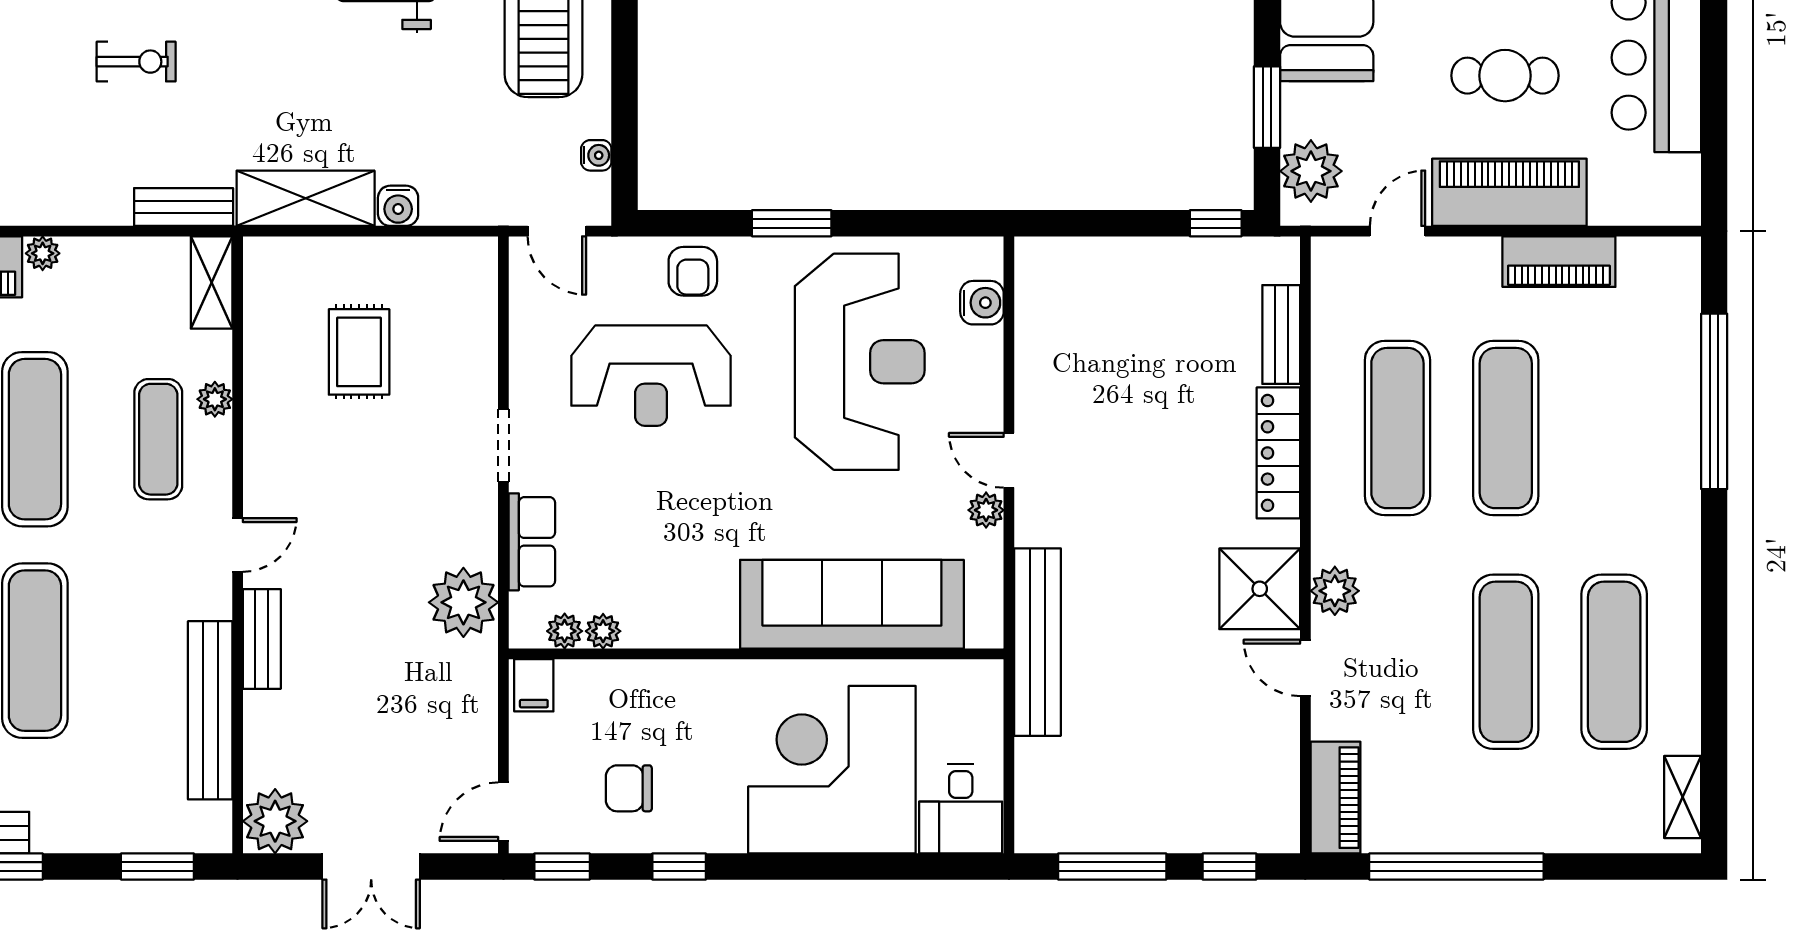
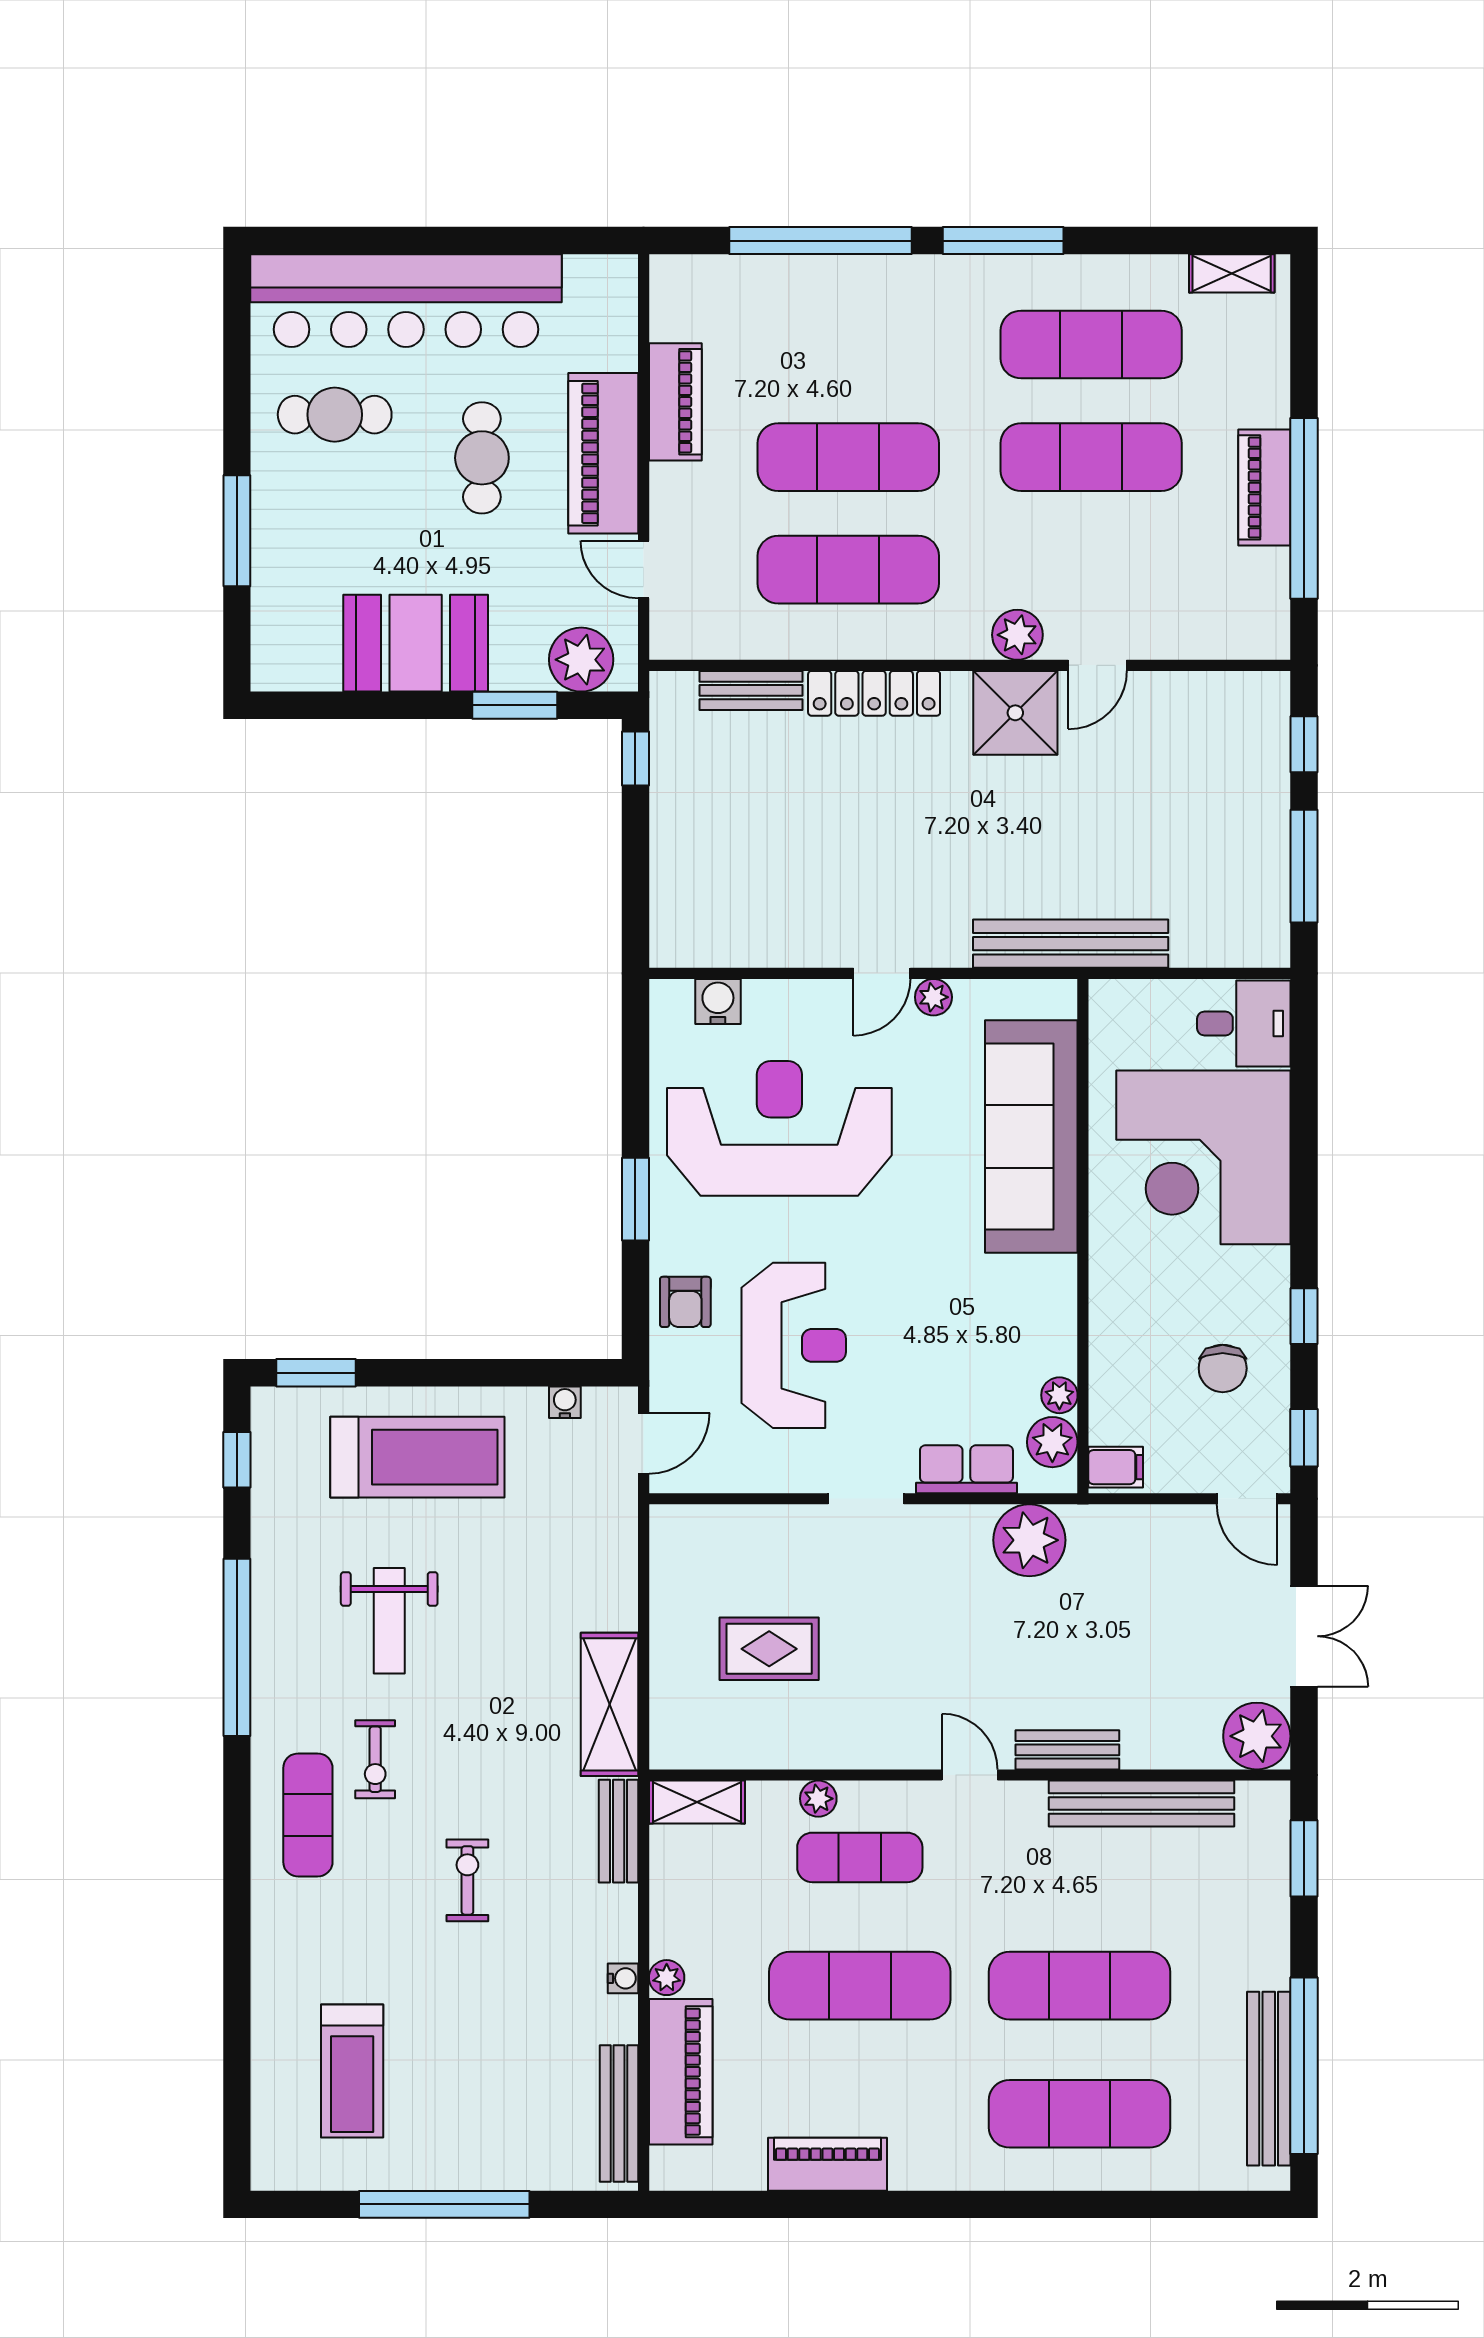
water cooler: (398, 206) -> (623, 1978), moved, width x0.72, depth x0.72
armchair: (693, 271) -> (685, 1302), turned 90
window: (1714, 577) -> (1003, 241), added
plant: (565, 631) -> (1052, 1442), width x1.38, depth x1.38
piano: (1336, 798) -> (1264, 487), moved, turned -90

